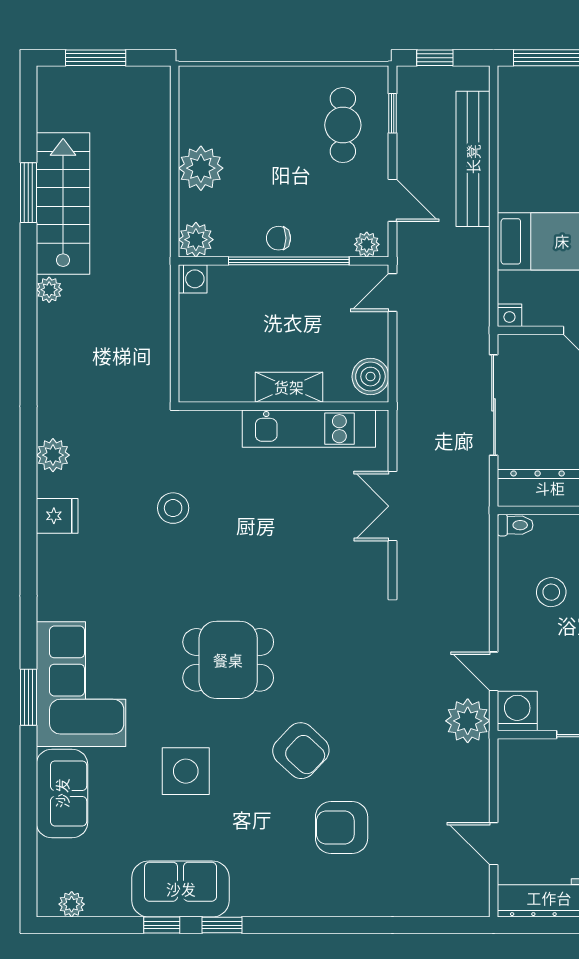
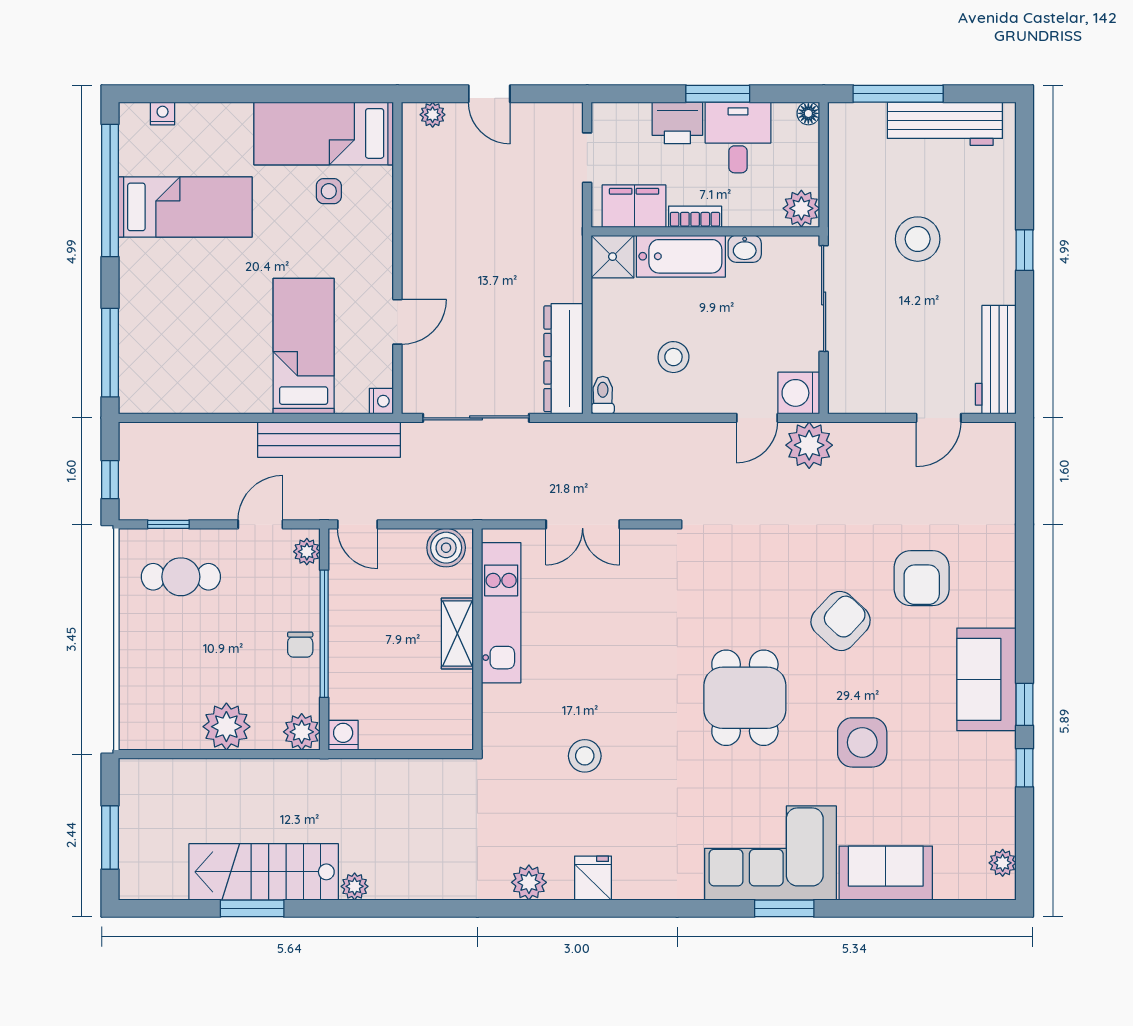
bench: (473, 159) -> (329, 440), moved
sofa: (181, 889) -> (987, 679), moved

